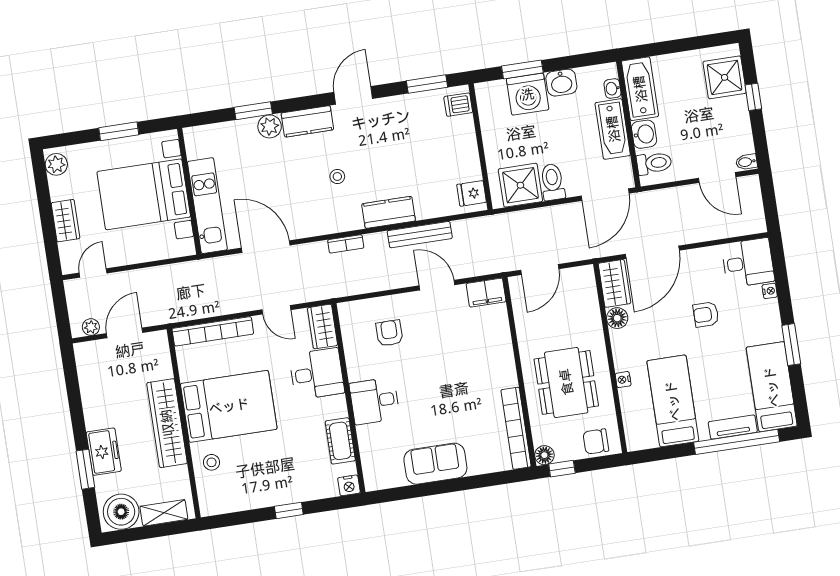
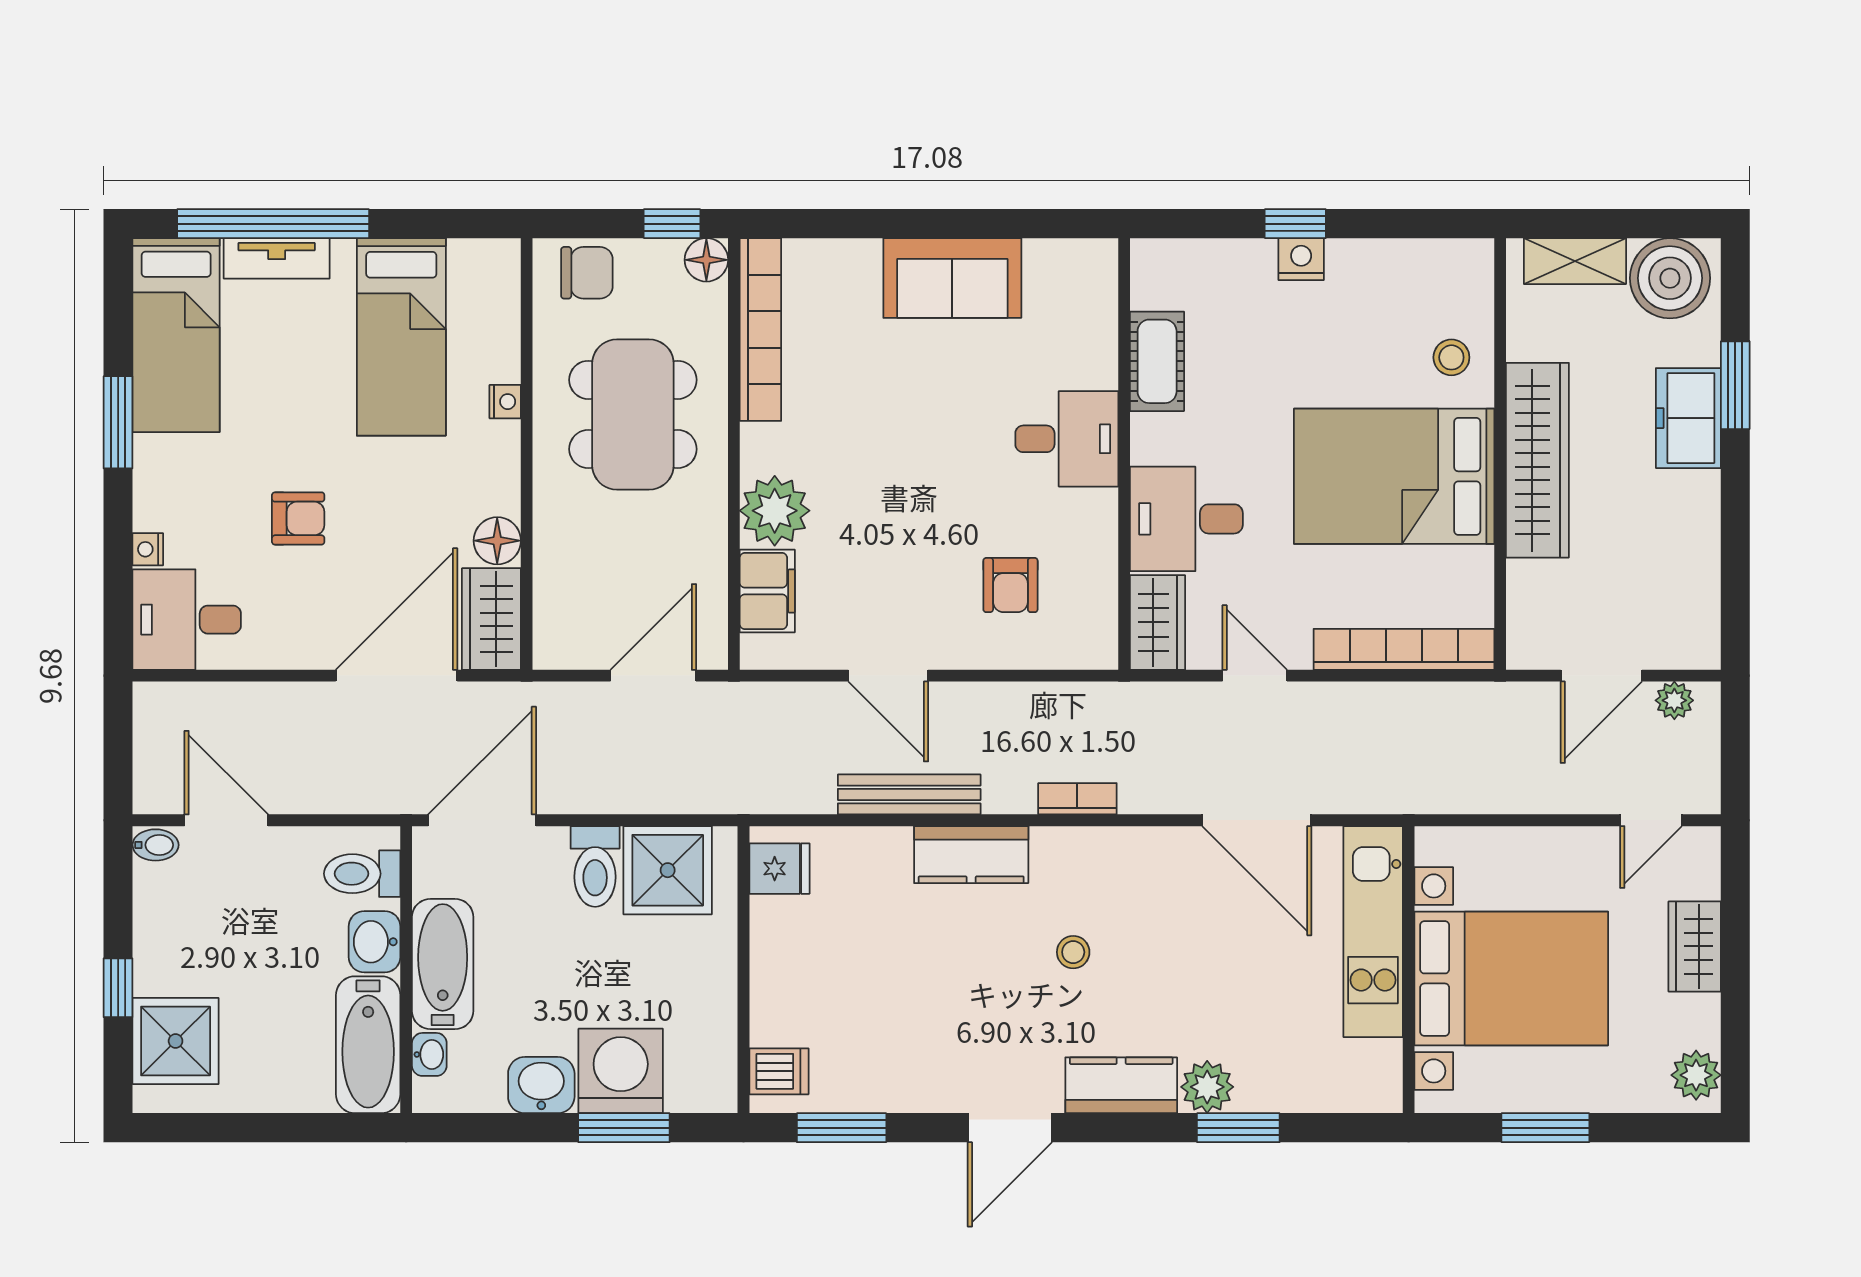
filing cabinet: (486, 293) -> (767, 591), moved, turned 90
plant: (498, 350) -> (775, 511), added
nightstand: (349, 485) -> (1301, 259), moved

